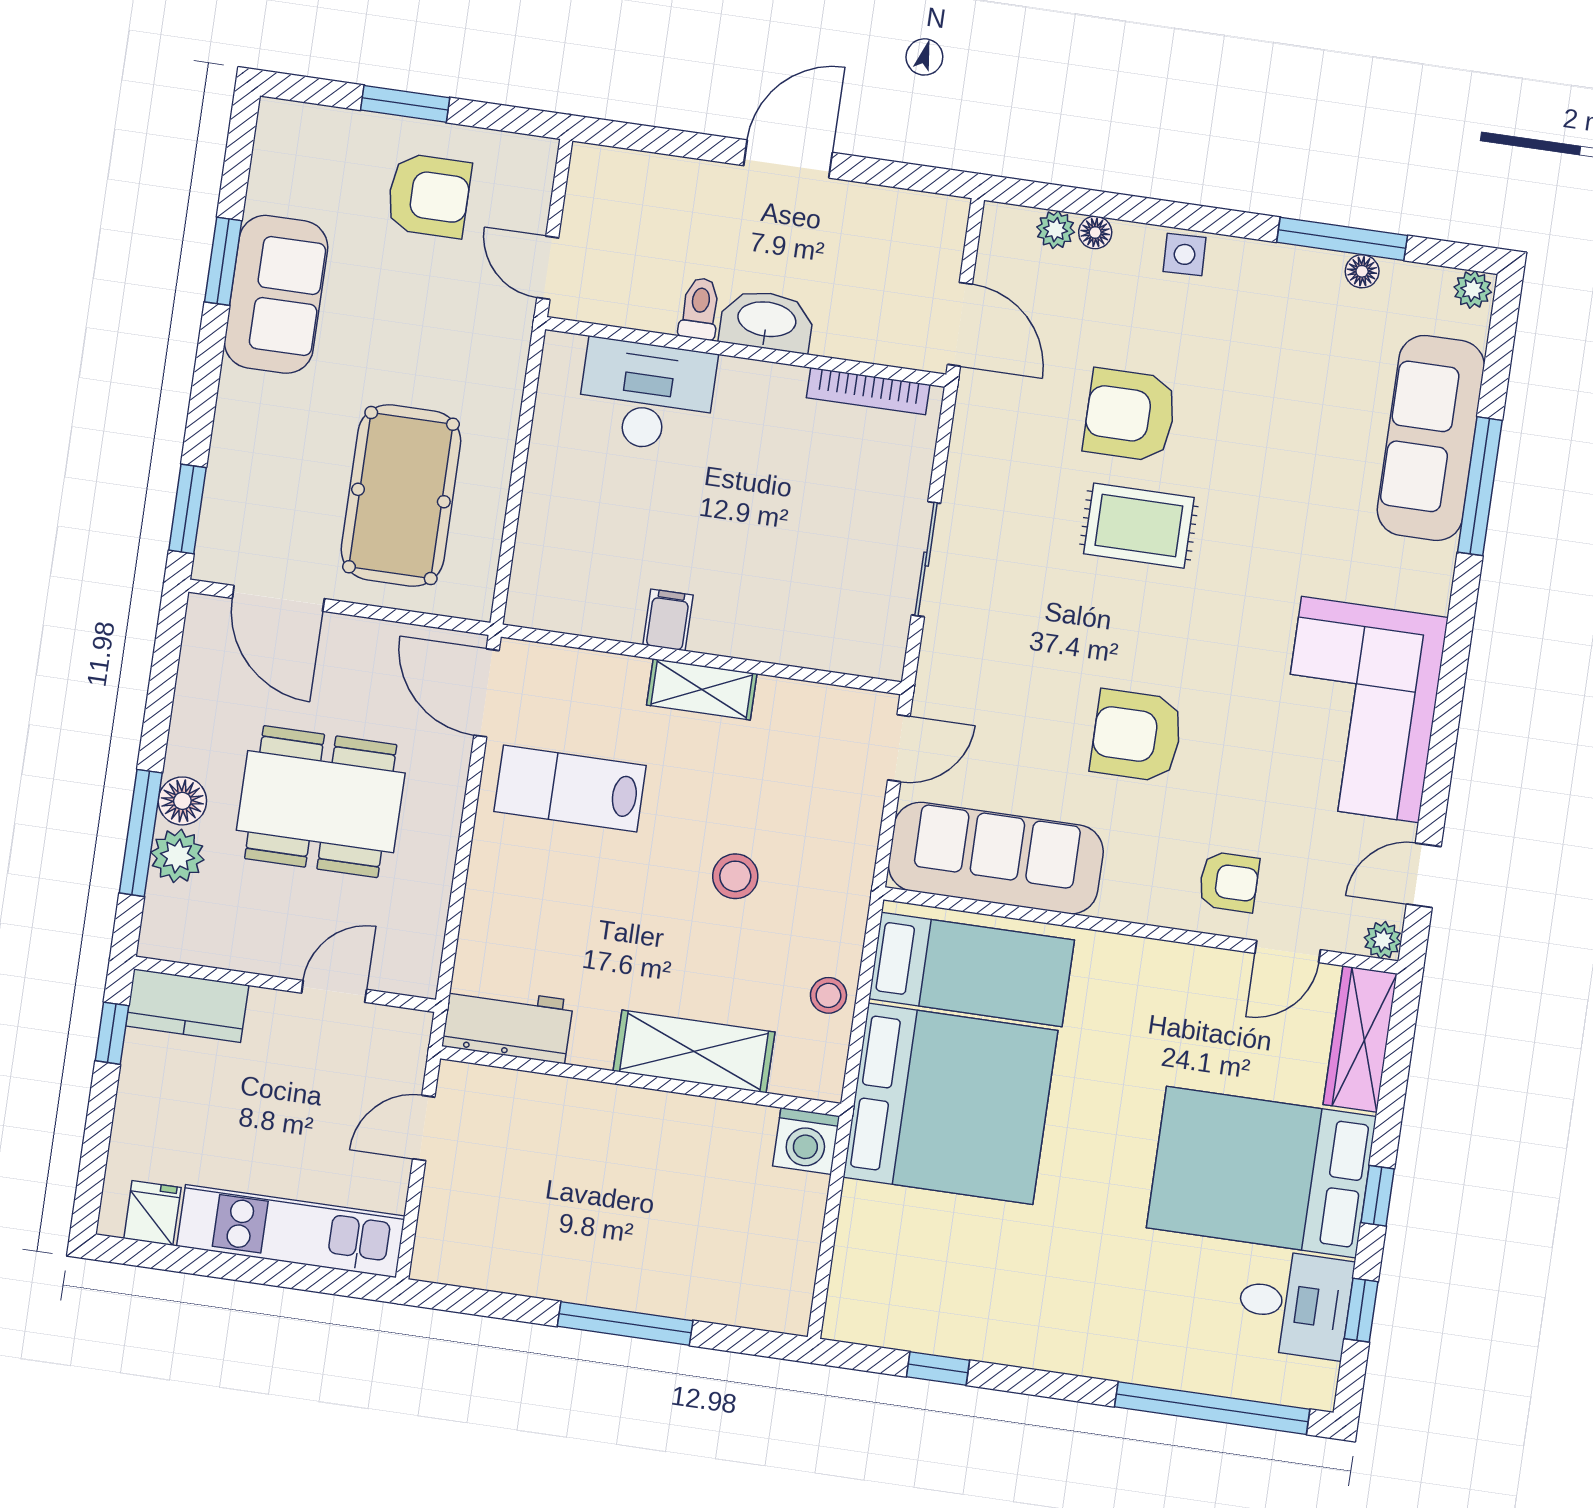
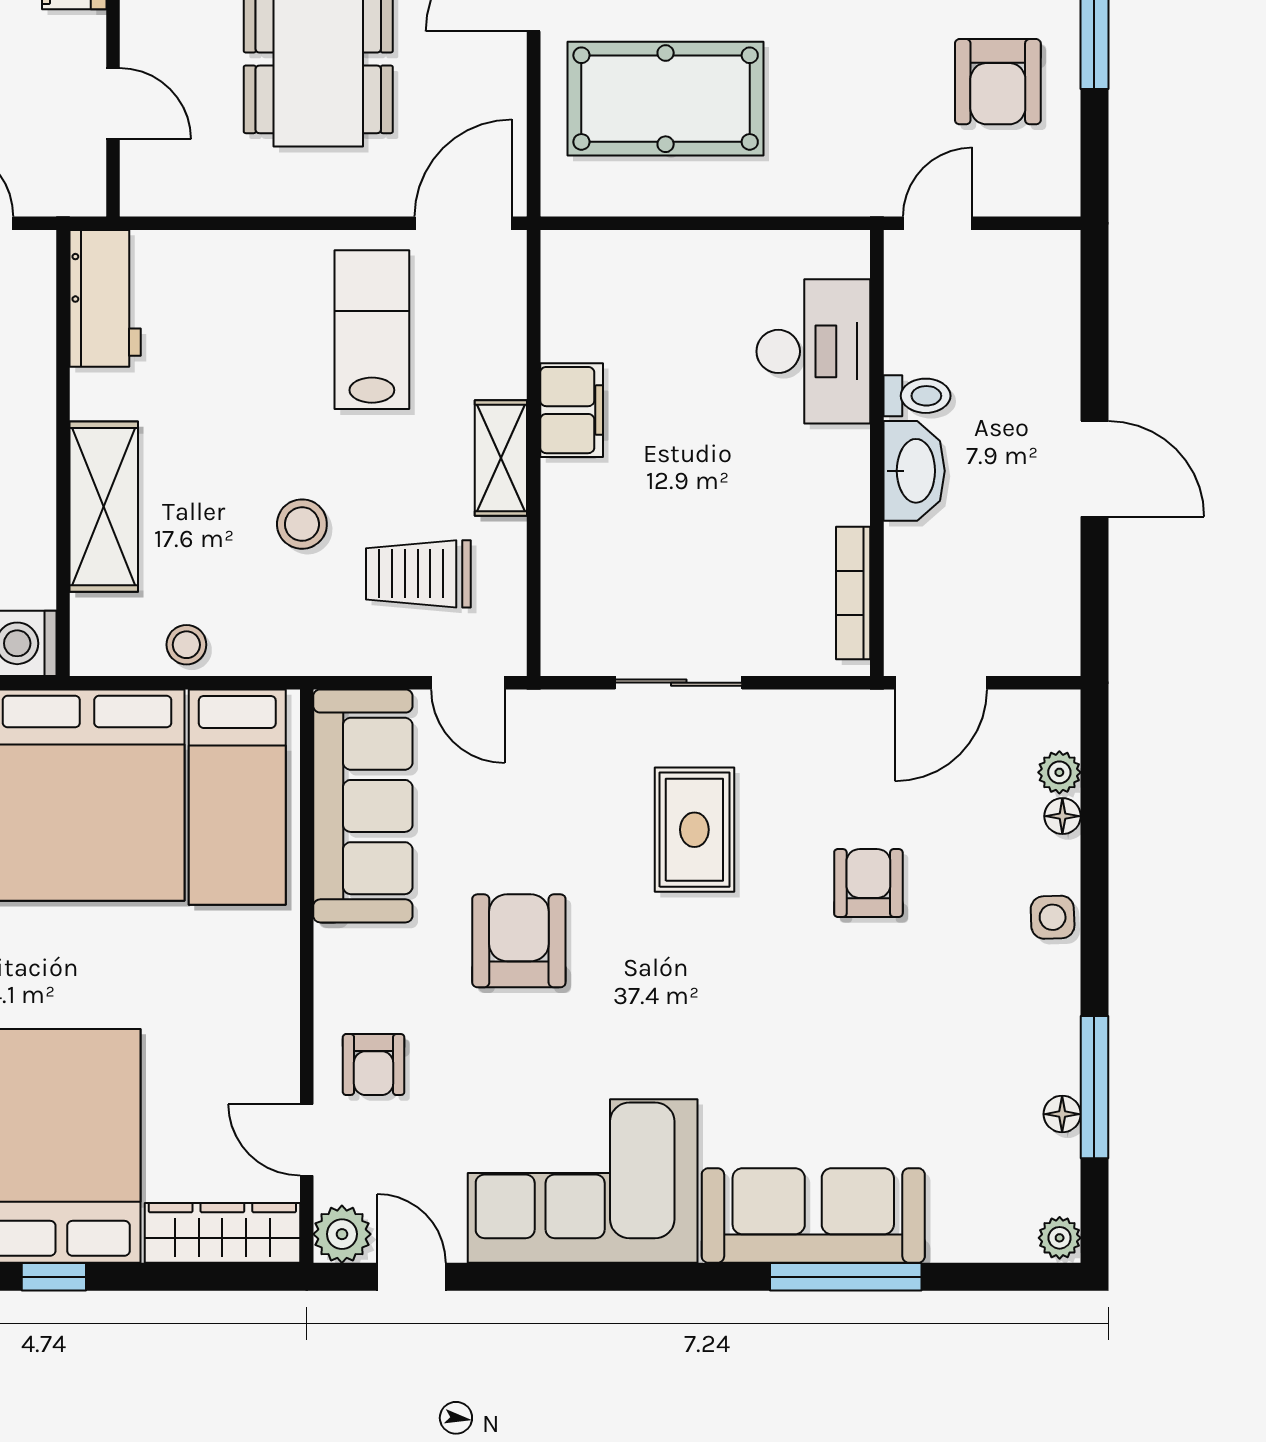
armchair: (1130, 415) -> (868, 883), width x0.72, depth x0.72
sofa: (1431, 438) -> (813, 1215), moved
rug: (1139, 526) -> (694, 830), moved
filing cabinet: (668, 620) -> (572, 410), width x2.00
trolley: (795, 778) -> (418, 574), added
plant: (1383, 940) -> (342, 1234), width x1.38, depth x1.38

